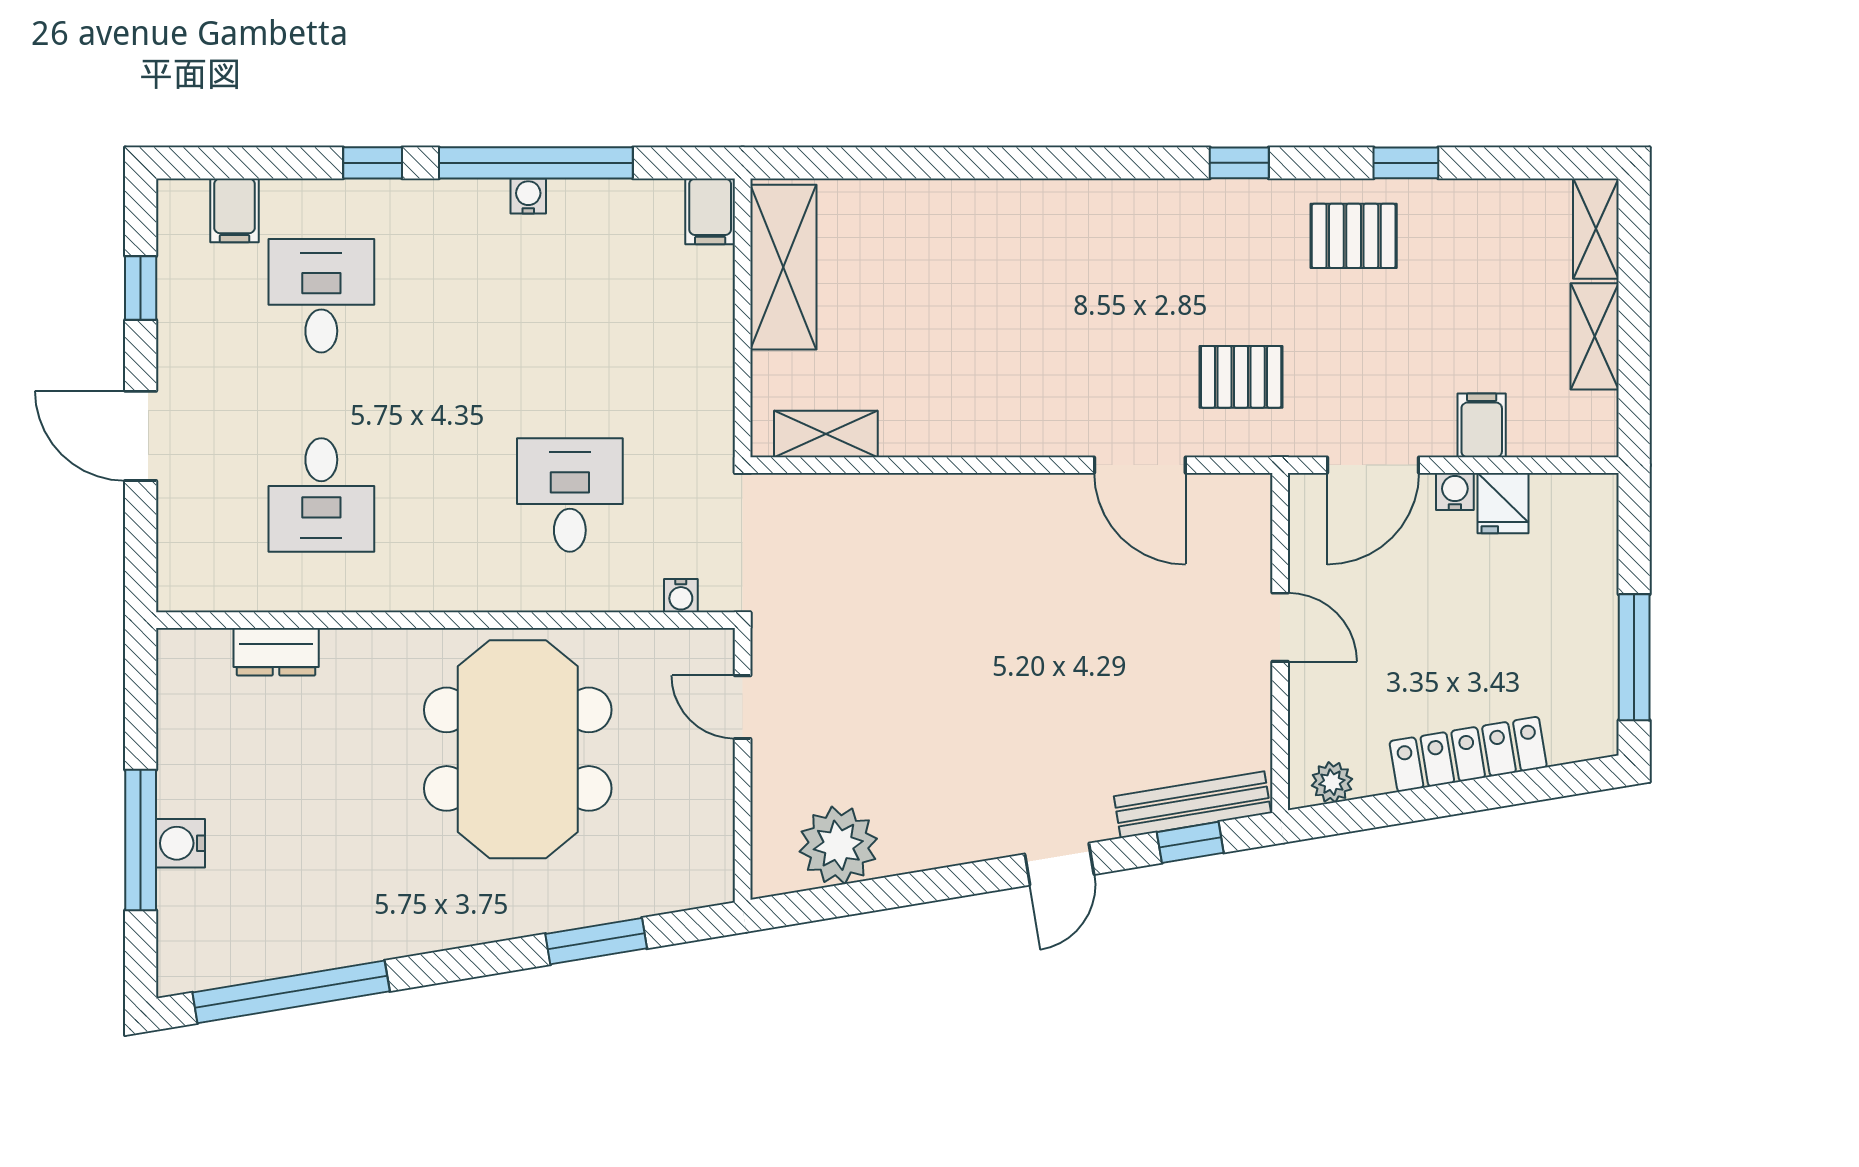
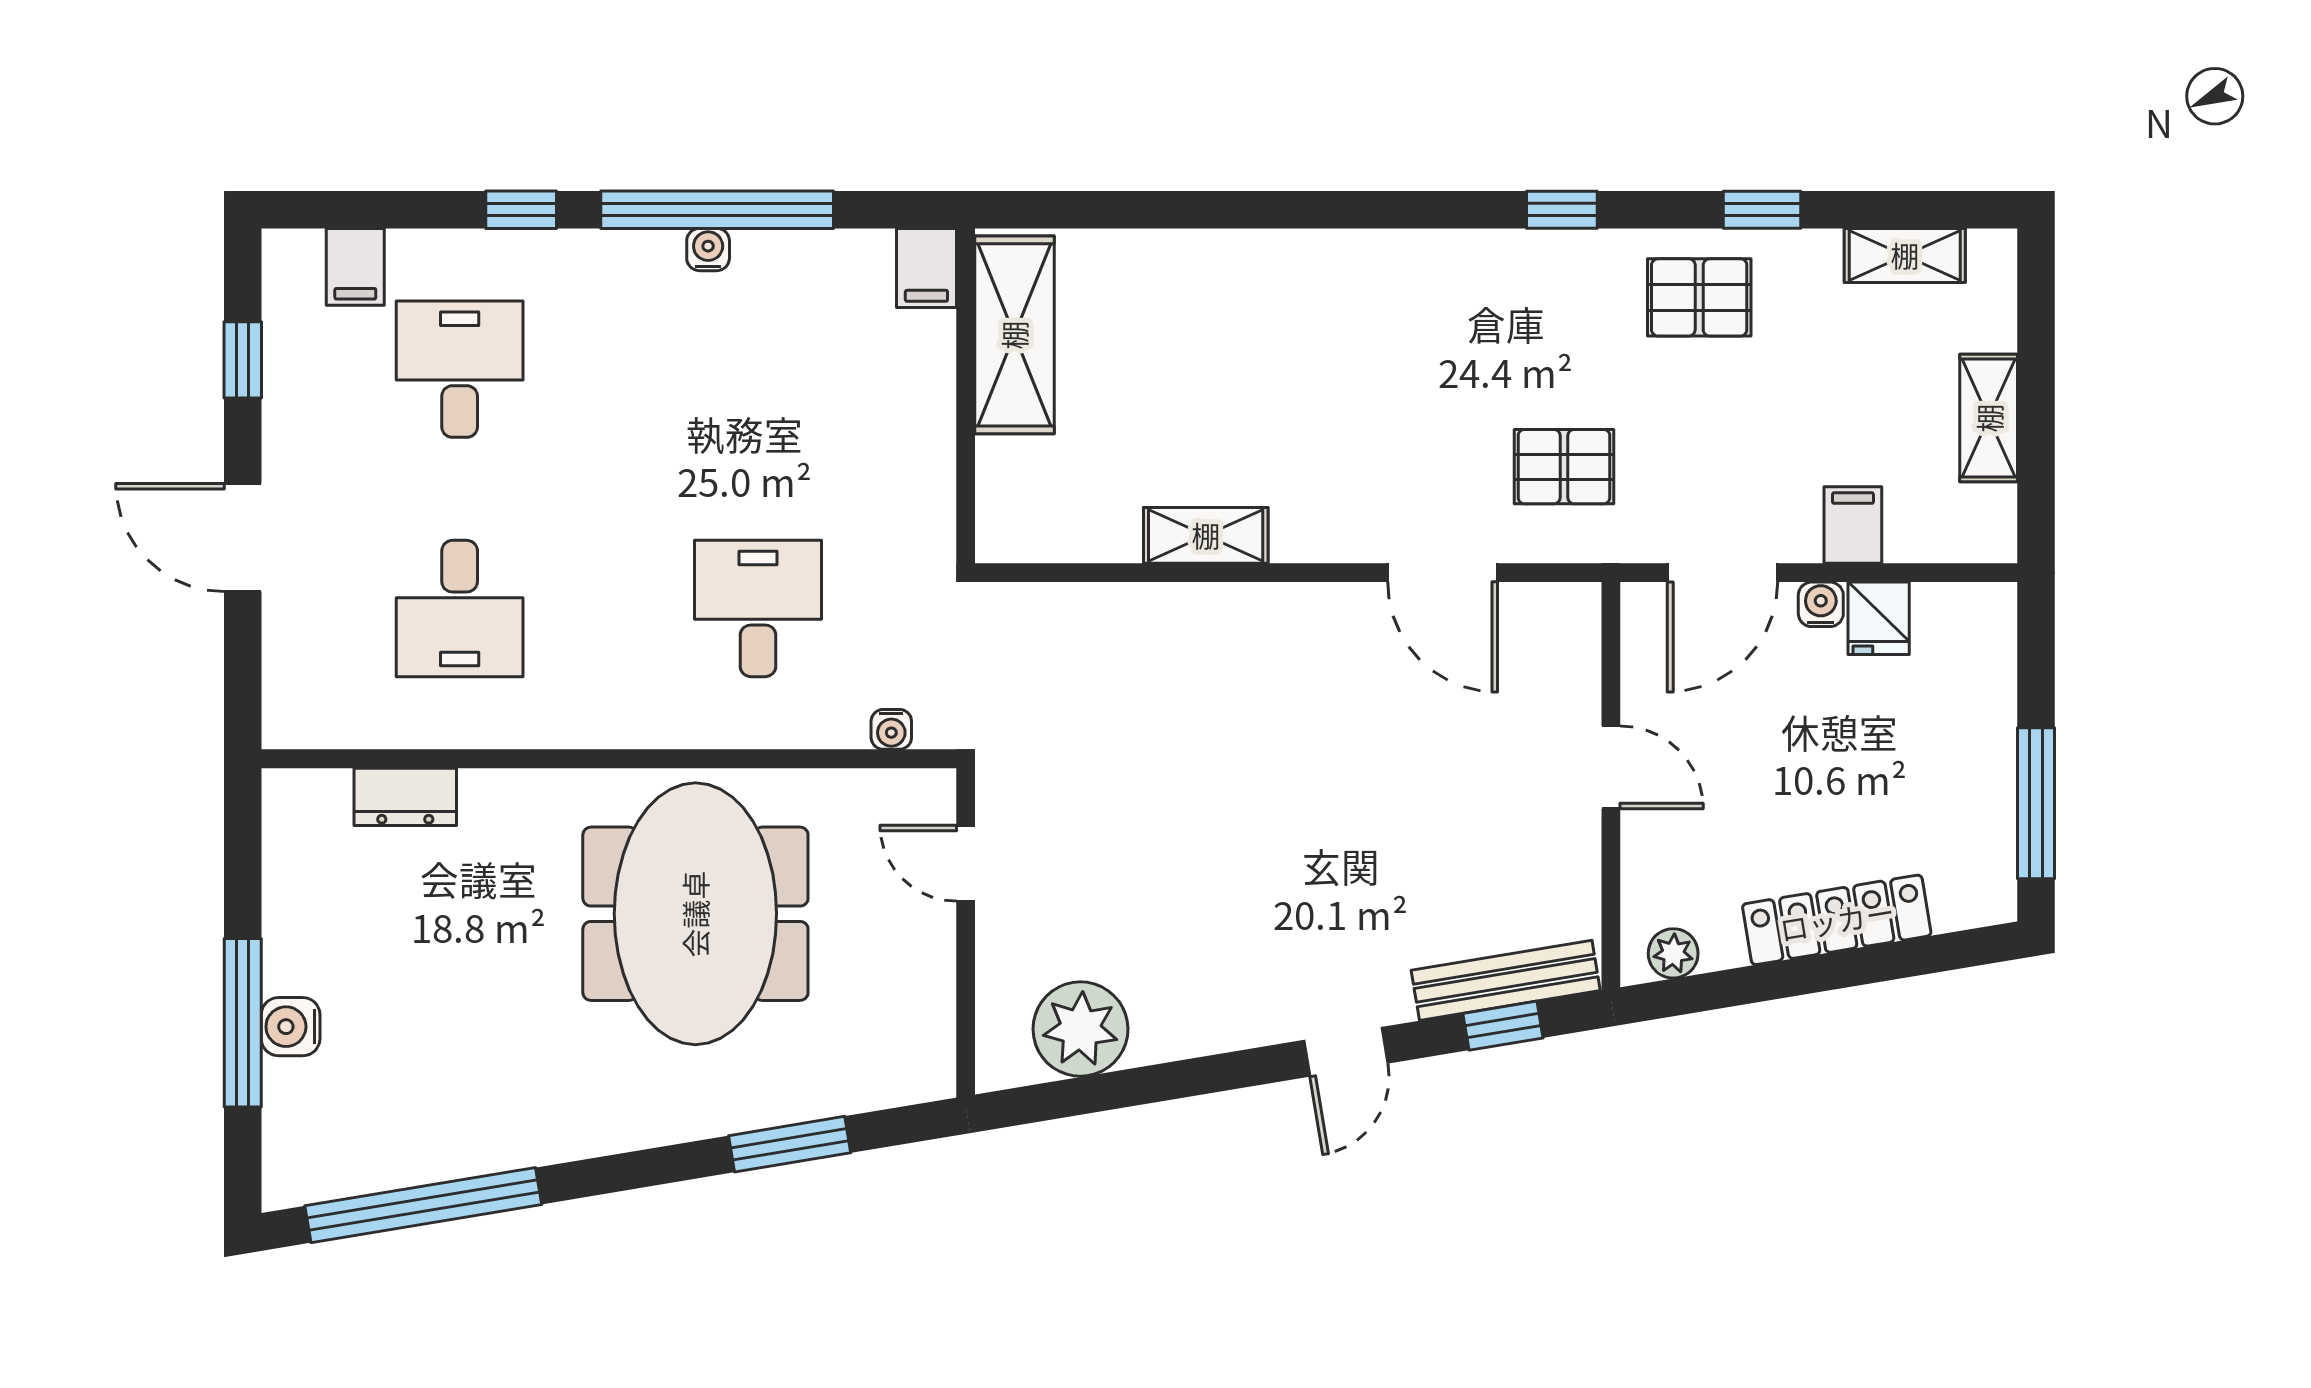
shelving: (1596, 229) -> (1905, 255), moved, turned 90
shelving: (826, 434) -> (1206, 535), moved

